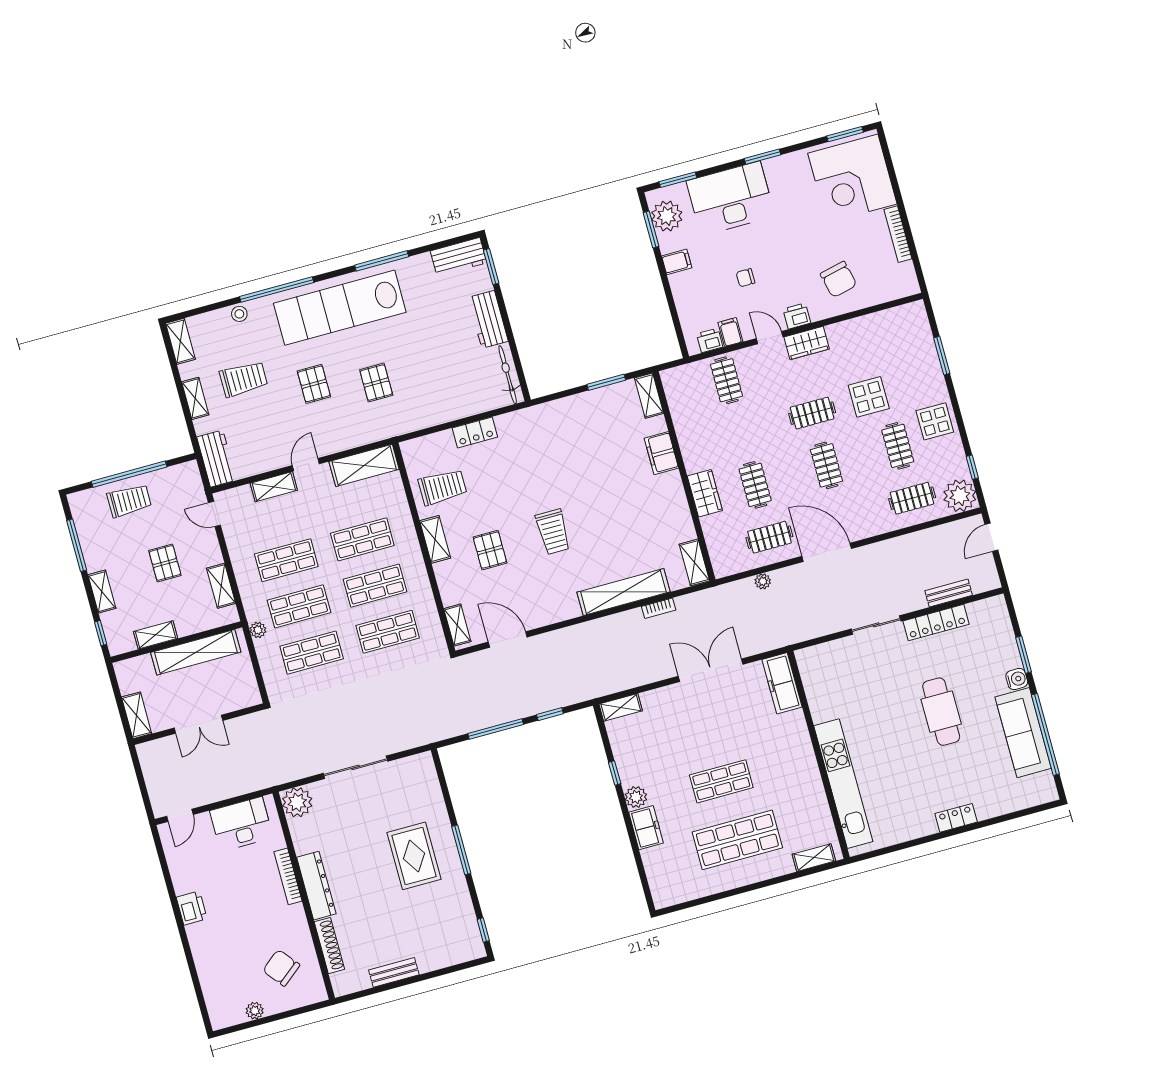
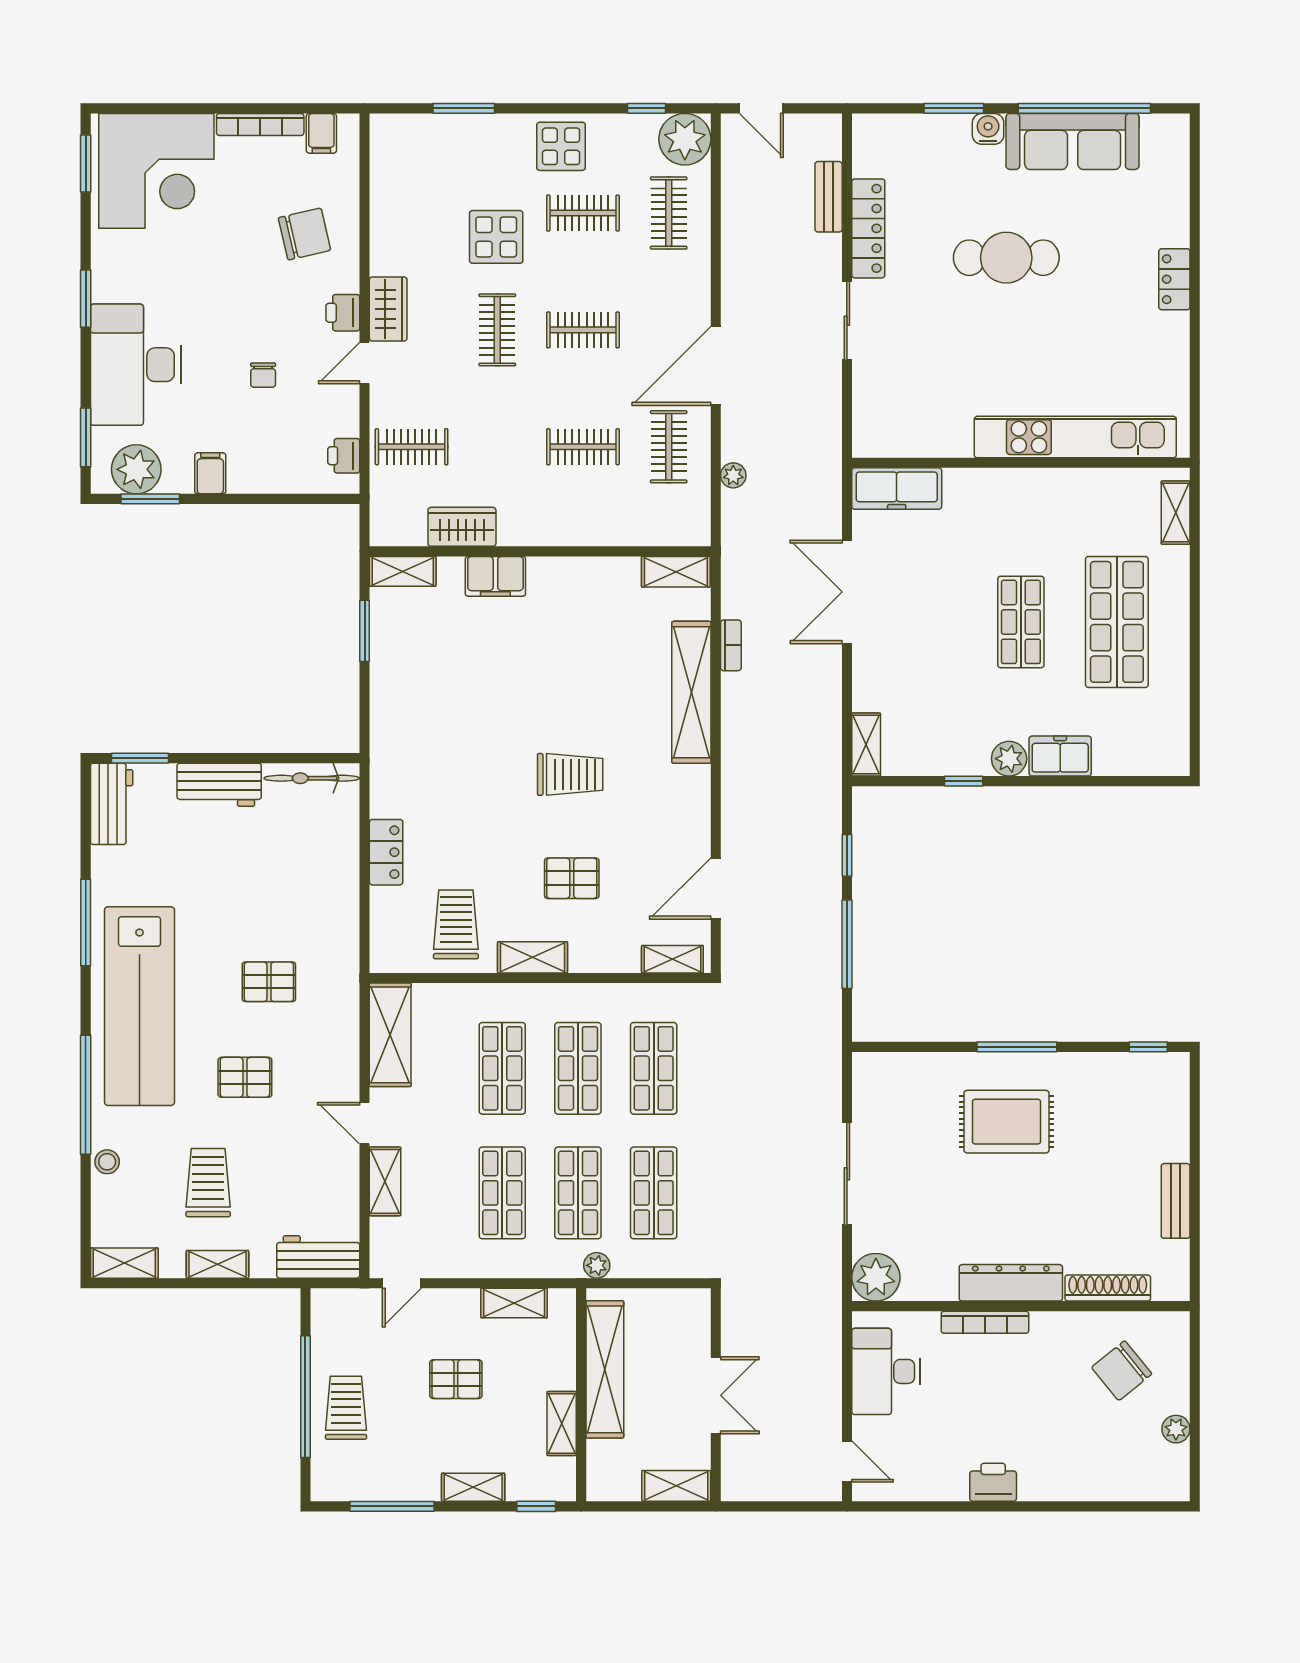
filing cabinet: (730, 332) -> (321, 133), moved, turned -90
wardrobe: (705, 493) -> (462, 527), moved

